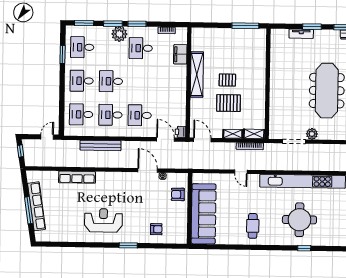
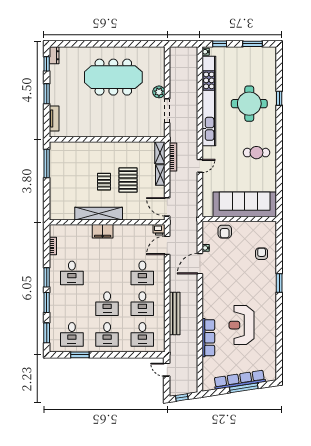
plant: (119, 34) -> (57, 296), removed
tv unit: (301, 34) -> (54, 118), moved
filing cabinet: (180, 54) -> (103, 231), moved
door: (202, 140) -> (167, 207), hinge flipped
reception desk: (103, 220) -> (242, 325), moved

